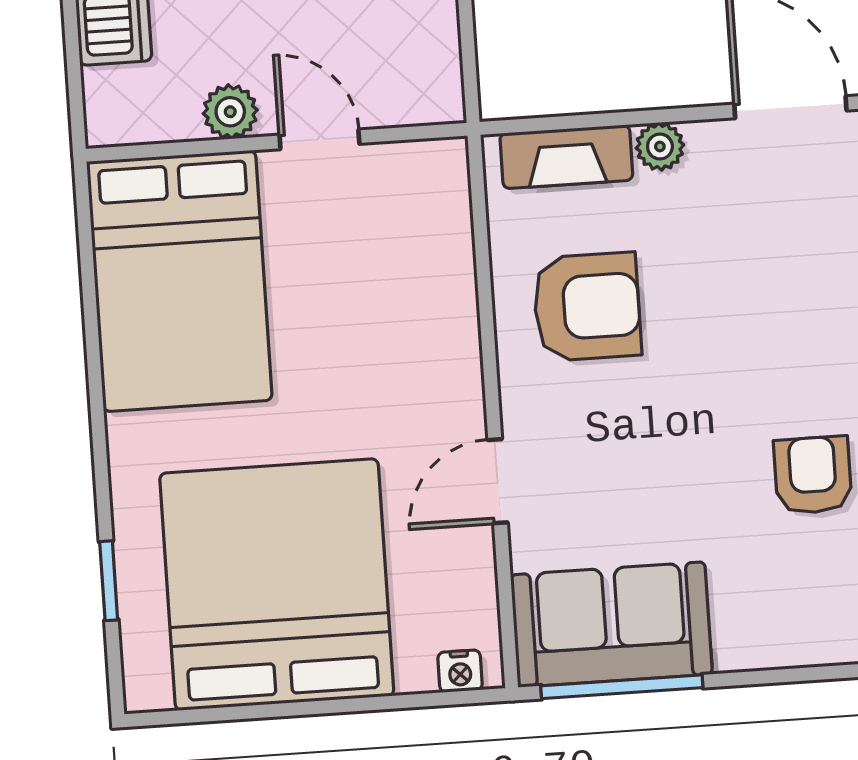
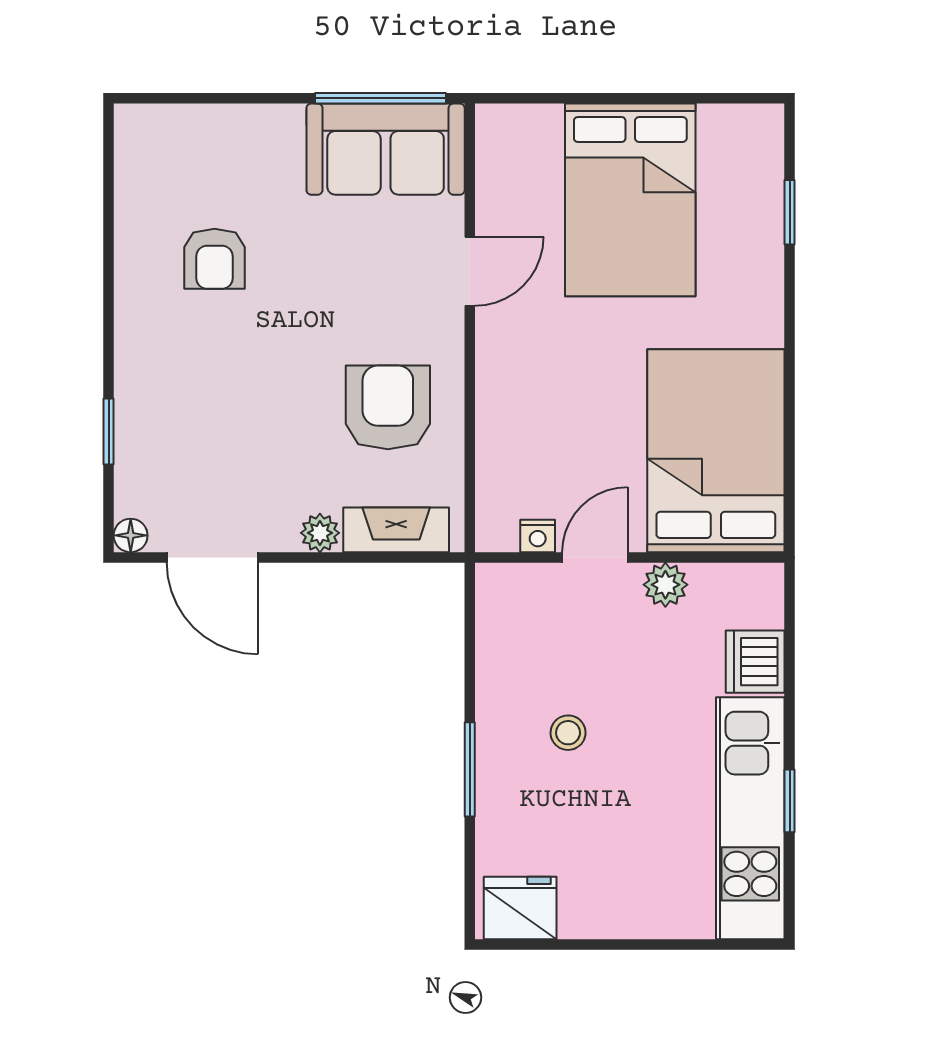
door: (319, 139) -> (595, 557), swing flipped
armchair: (587, 307) -> (388, 407), turned 90
bed: (277, 585) -> (630, 200), width x0.73
nightstand: (460, 671) -> (538, 536), moved, turned 180

